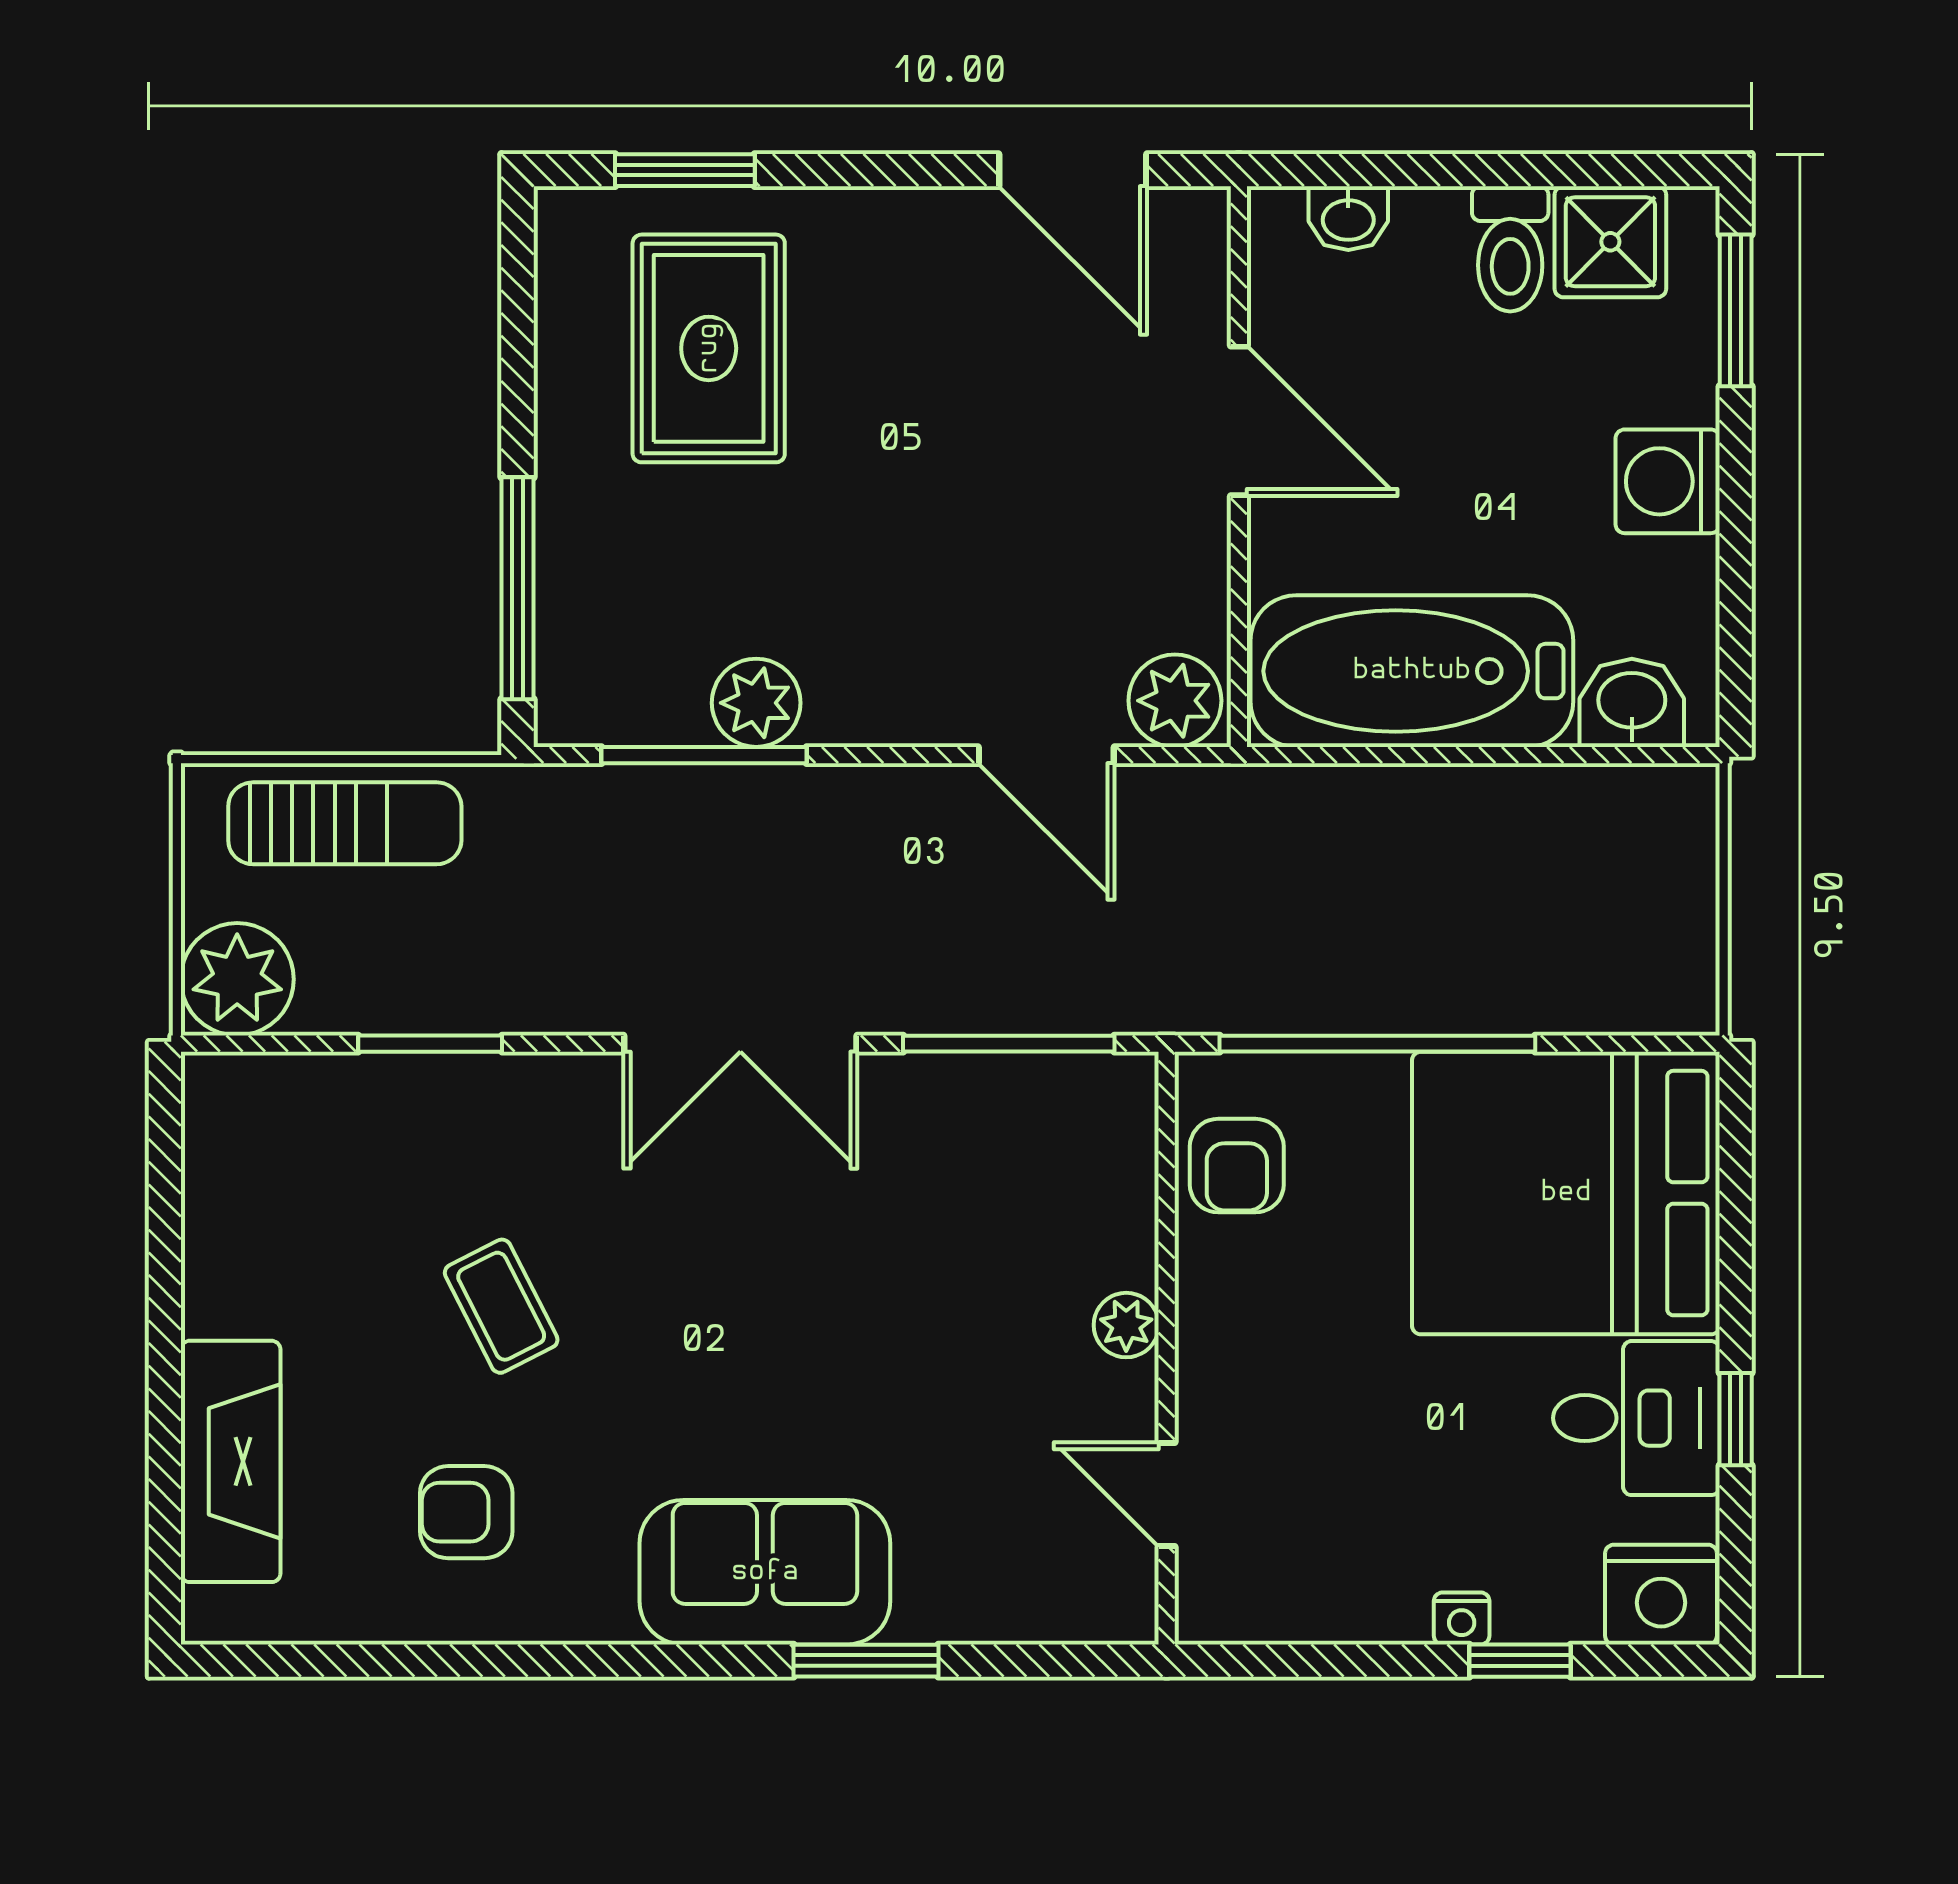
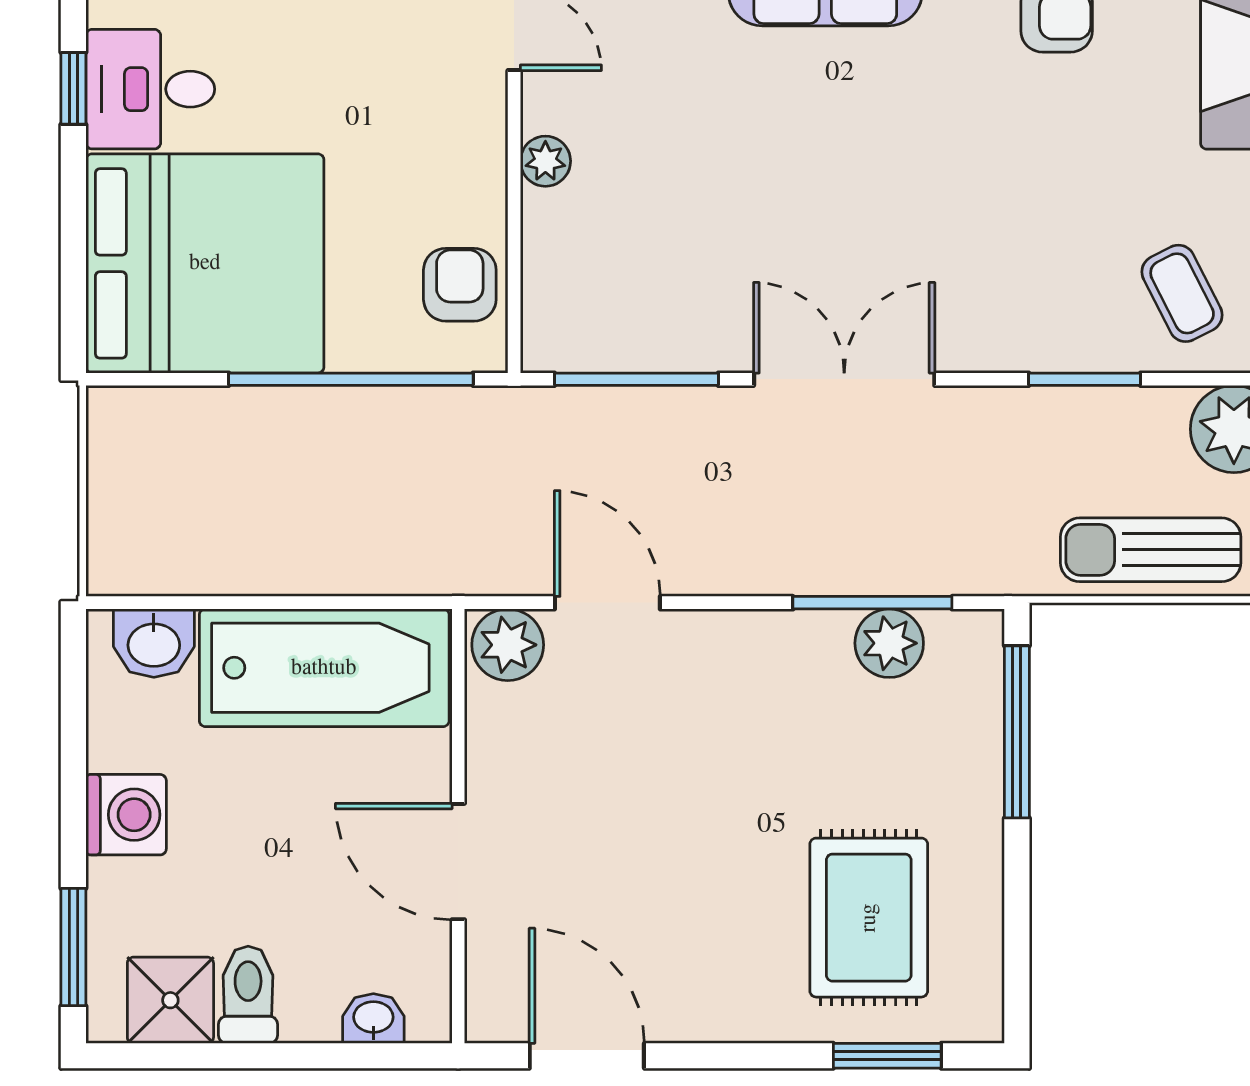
plant: (756, 703) -> (889, 643), moved
coffee table: (501, 1306) -> (1182, 293), moved

